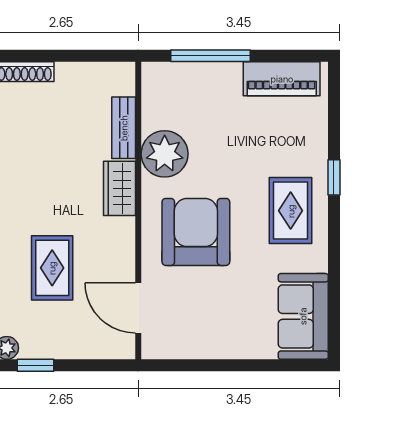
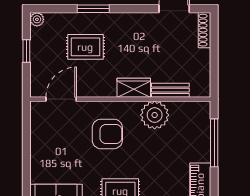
armchair: (196, 232) -> (107, 134), width x0.73, depth x0.73
window: (36, 365) -> (26, 51), moved

